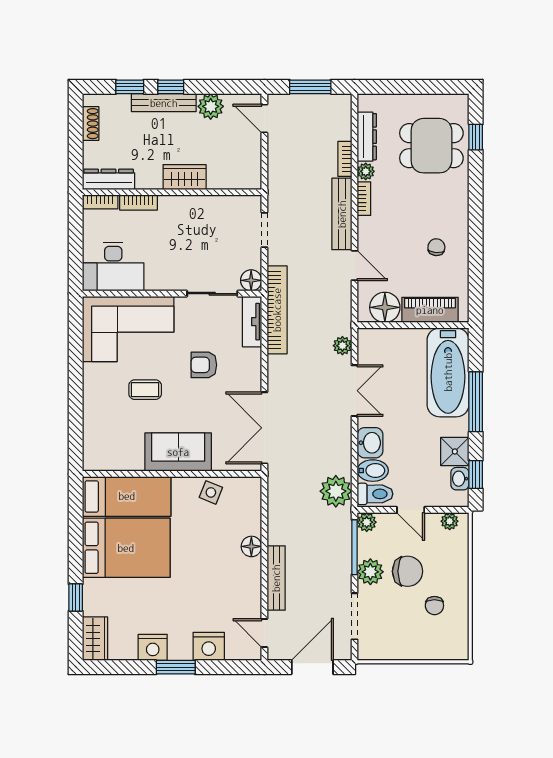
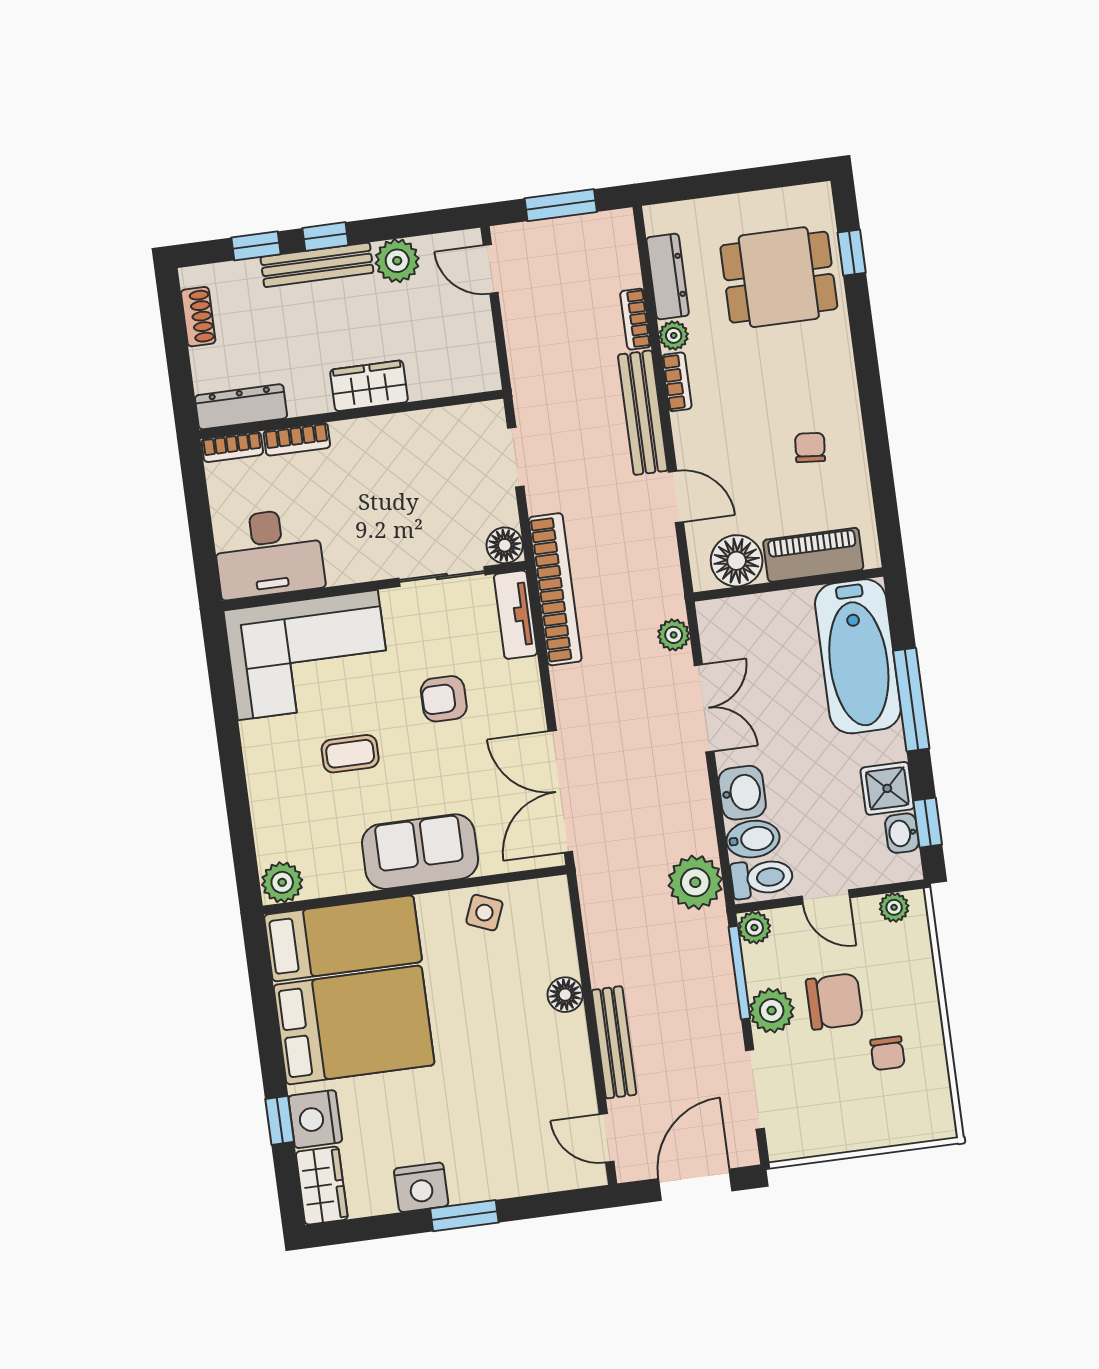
plant: (96, 459) -> (282, 882), added
nightstand: (209, 646) -> (315, 1119), moved, turned 90

